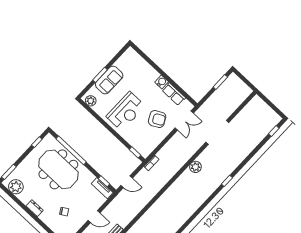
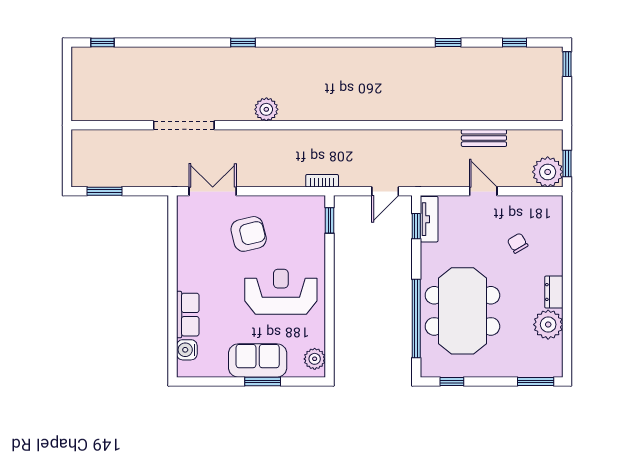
water cooler: (162, 82) -> (187, 350), moved
row of seats: (174, 94) -> (188, 315), moved
armchair: (157, 119) -> (249, 234), turned 104
door: (127, 182) -> (385, 191), swing flipped
plant: (16, 187) -> (548, 325), moved

